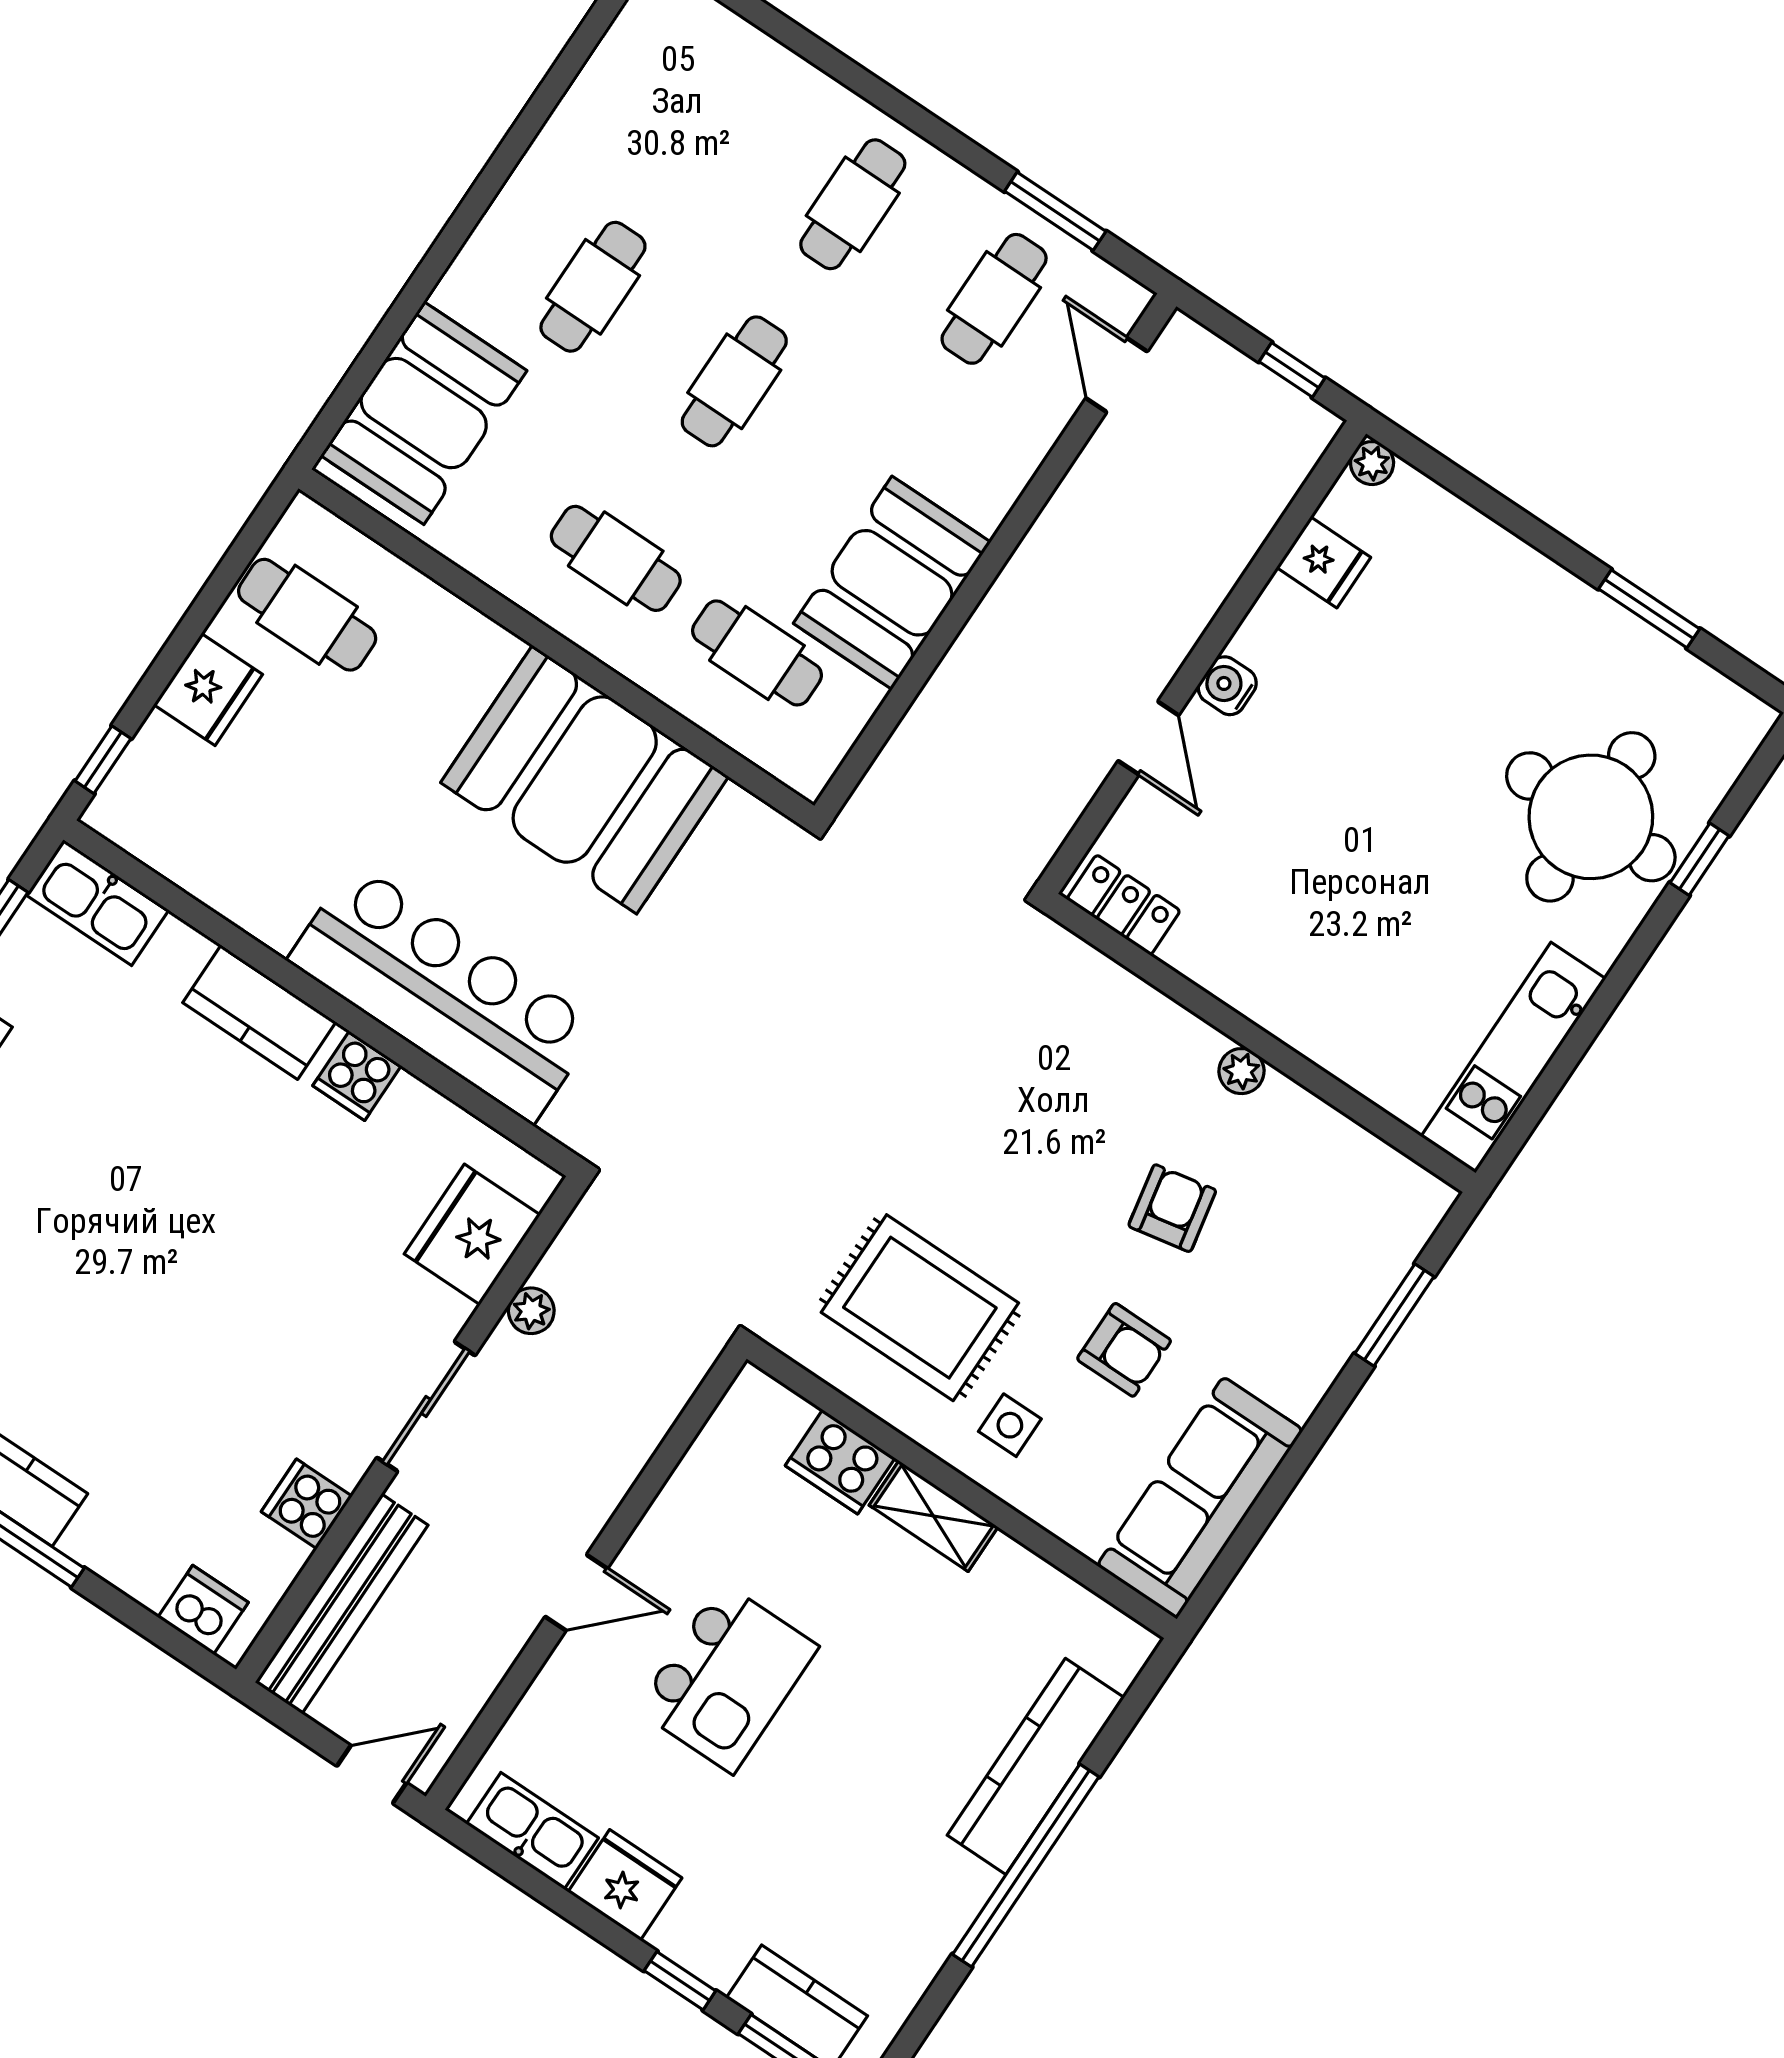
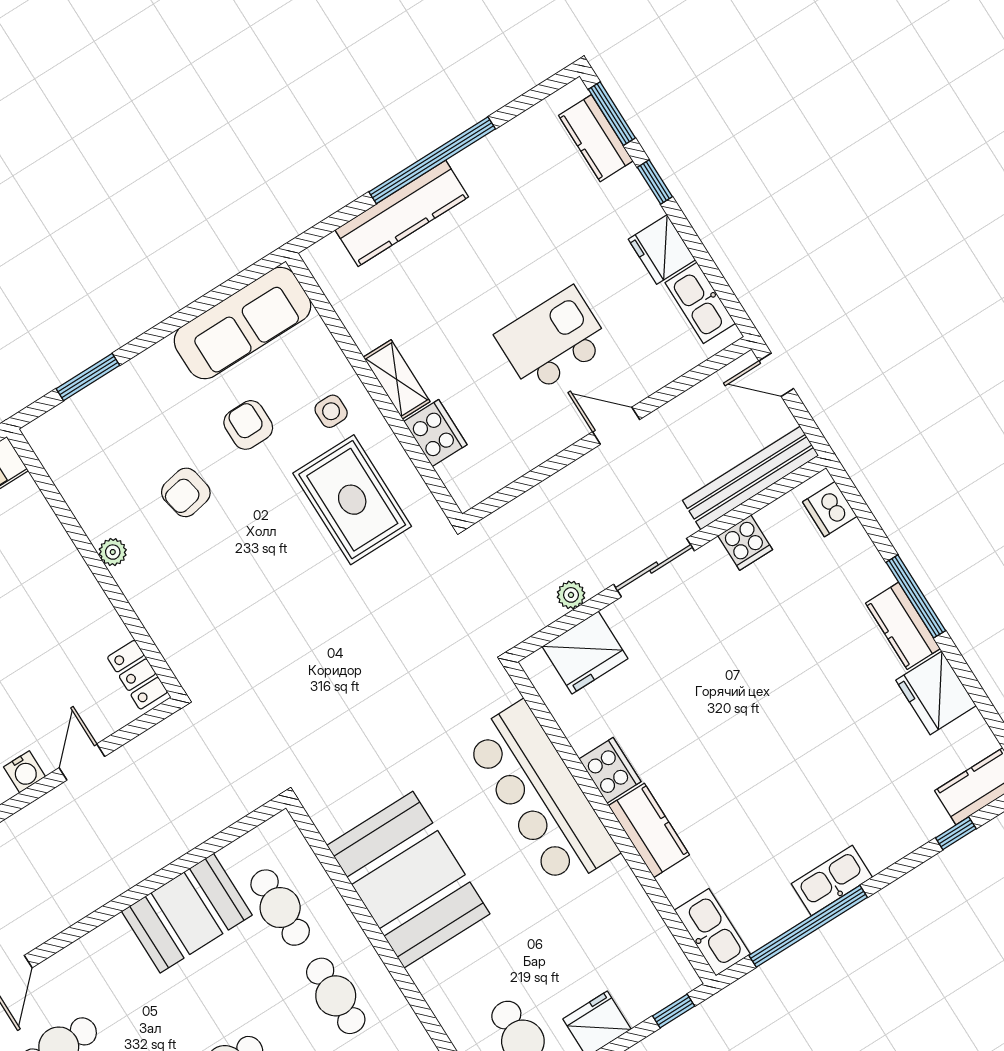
cooker: (357, 1076) -> (610, 770), width x1.36

